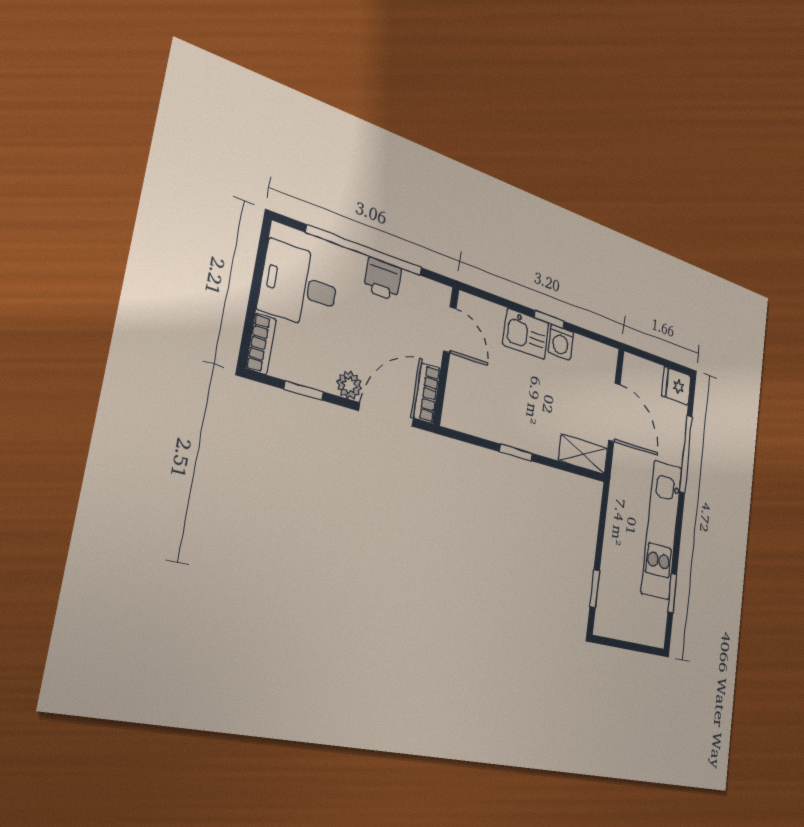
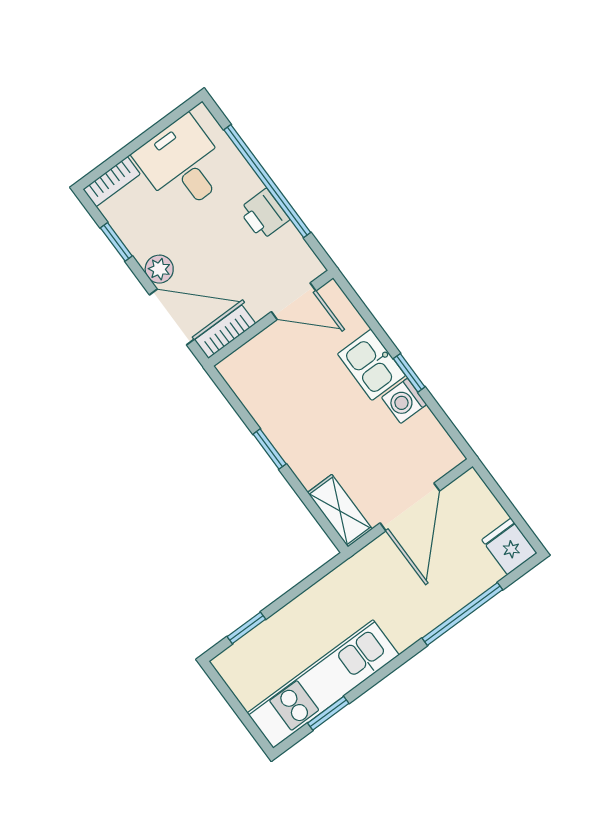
door: (450, 330) -> (294, 301), hinge flipped
kitchen unit: (662, 530) -> (323, 684), moved

